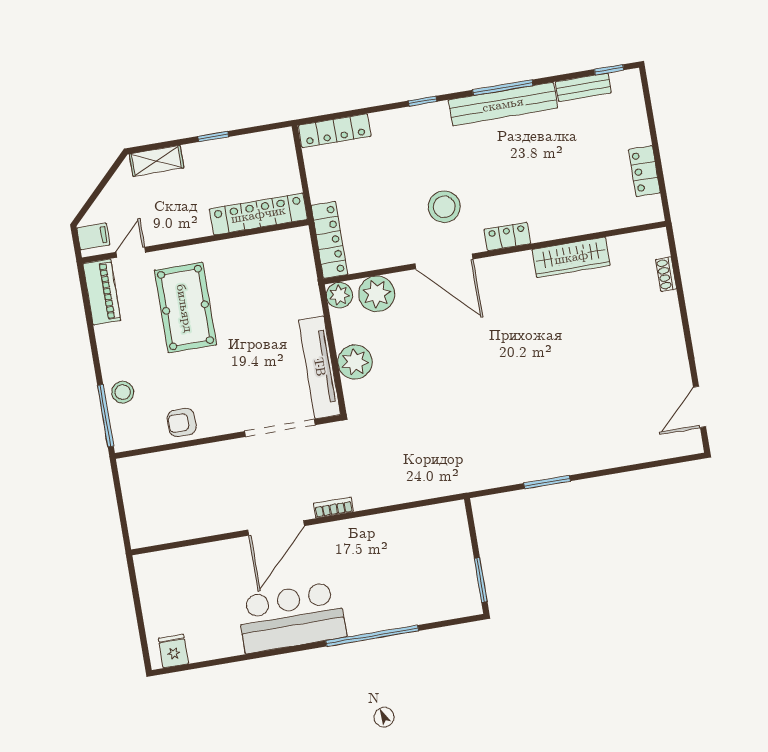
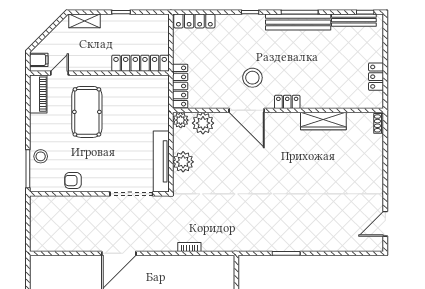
bench: (583, 87) -> (354, 20), width x1.36
shoe rack: (666, 274) -> (379, 123), moved
bookcase: (333, 508) -> (189, 247), moved

